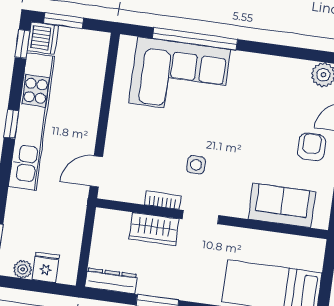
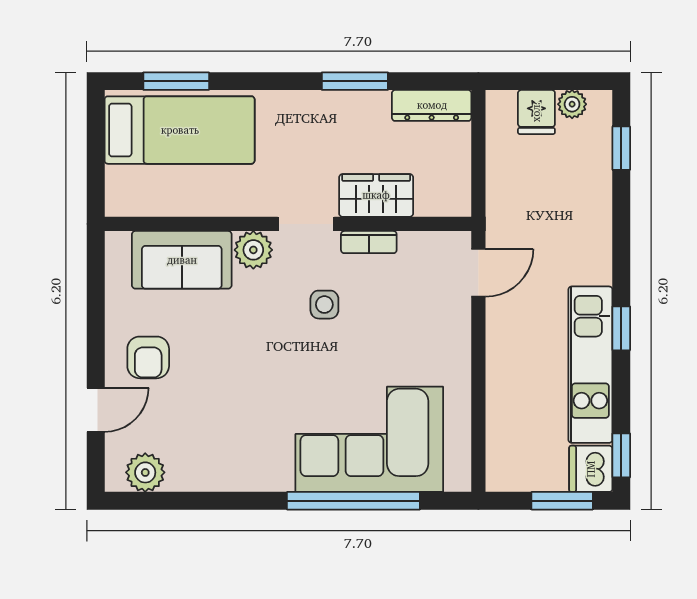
kitchen unit: (31, 122) -> (590, 365), width x0.73
plant: (236, 205) -> (253, 250), added

